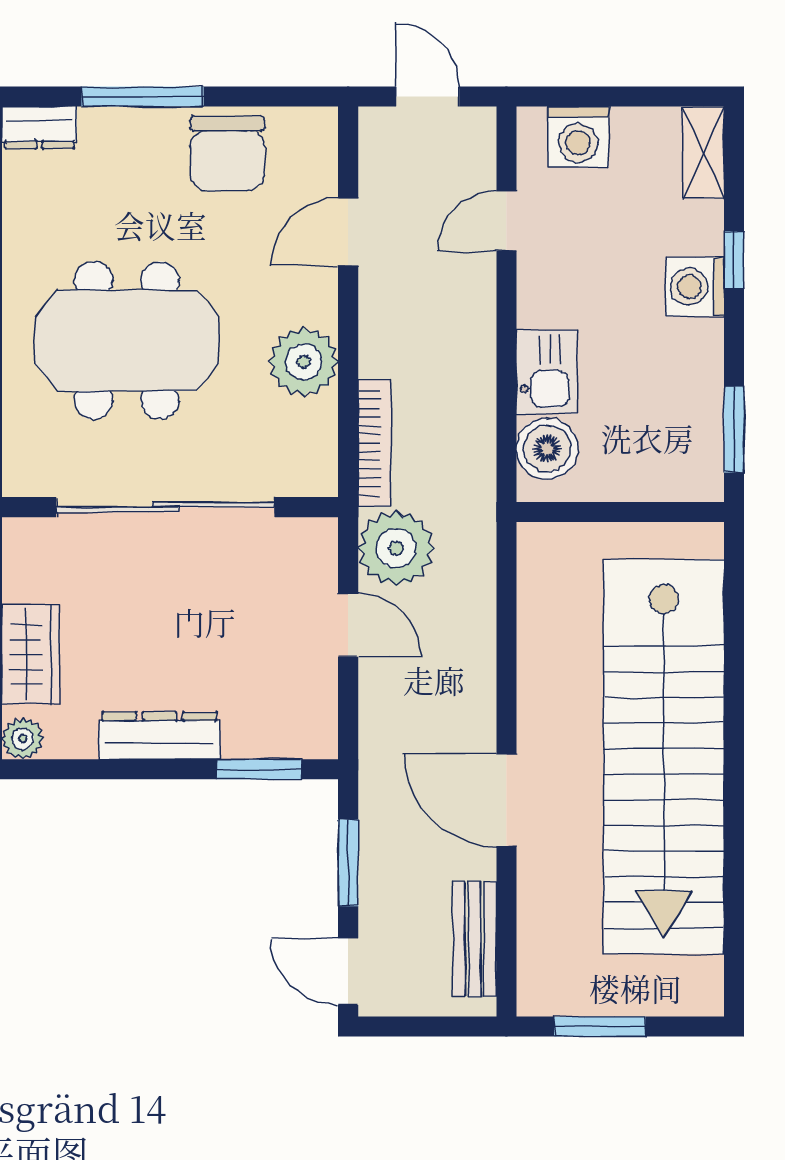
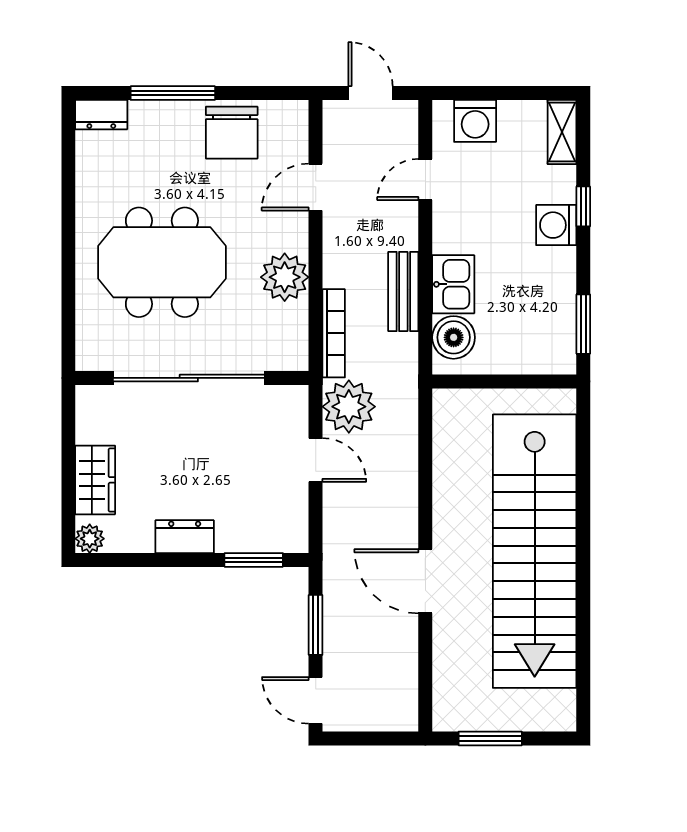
dresser: (160, 736) -> (185, 537), width x0.70
bench: (475, 939) -> (403, 292), moved

